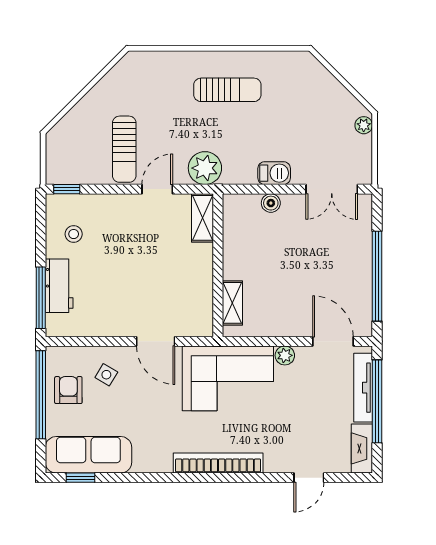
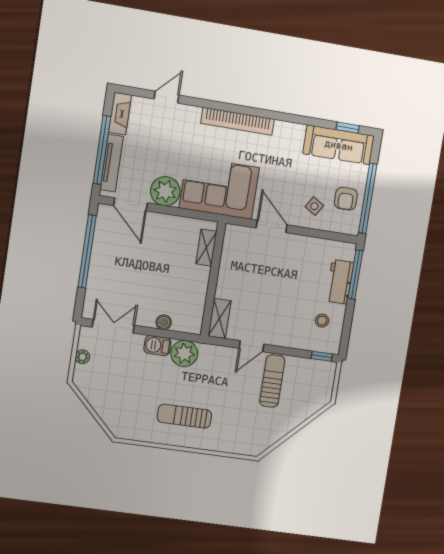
plant: (364, 125) -> (82, 357), moved
plant: (205, 168) -> (184, 353), moved
plant: (285, 355) -> (165, 191), width x1.88, depth x1.88

